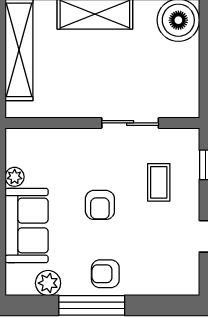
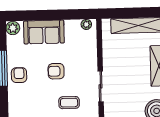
plant: (15, 177) -> (86, 24), moved
plant: (48, 283) -> (13, 28), moved

